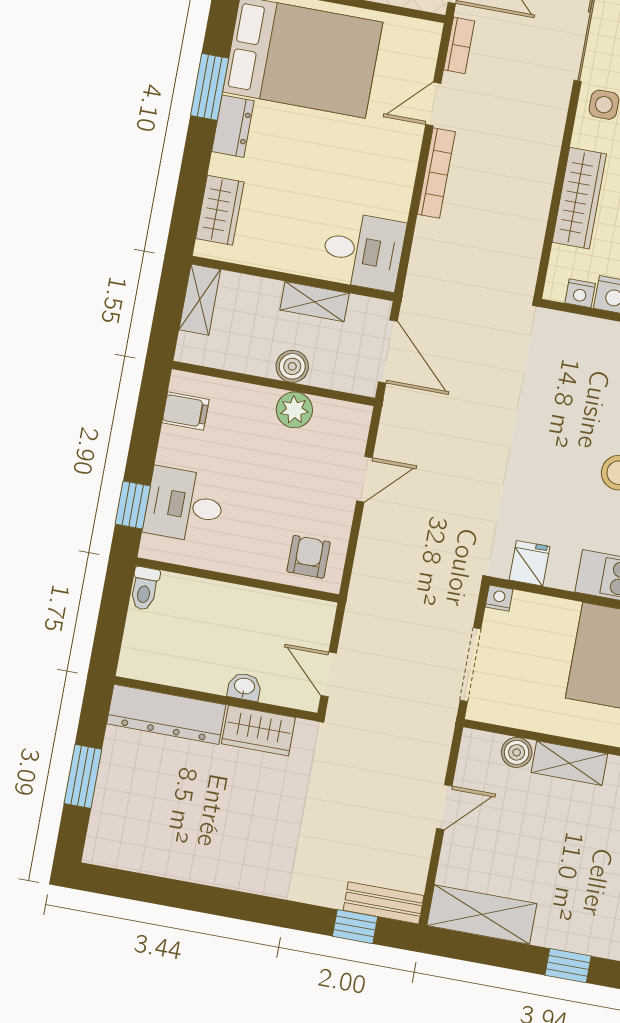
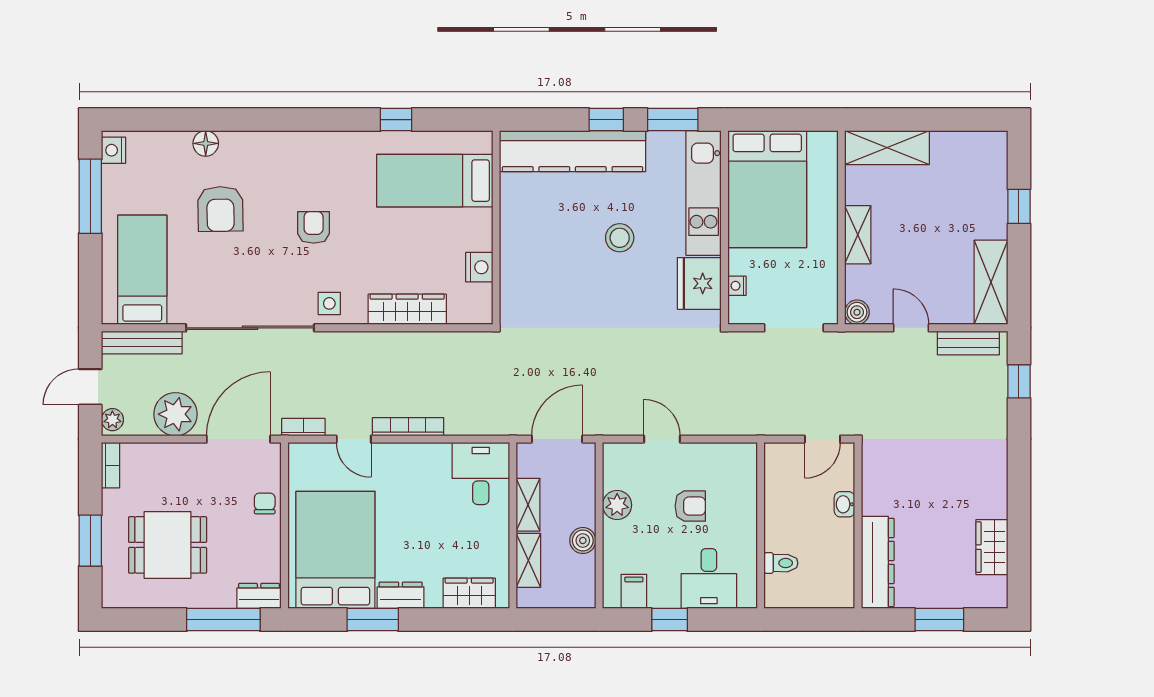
nightstand: (580, 293) -> (483, 295), removed
shelving: (200, 300) -> (528, 560), moved, turned 90
boiler: (292, 366) -> (583, 540), moved
window: (133, 505) -> (670, 620), moved
armchair: (309, 557) -> (690, 506), moved, turned 180
fridge: (530, 563) -> (699, 283), width x1.88, depth x1.34
toilet: (145, 588) -> (781, 563), moved
nightstand: (499, 598) -> (737, 286), moved
wardrobe: (258, 731) -> (992, 547), moved, turned 180
boiler: (517, 752) -> (857, 312), moved
bench: (384, 903) -> (968, 343), moved, turned 90

